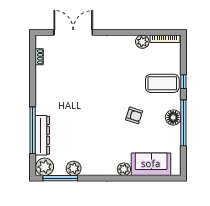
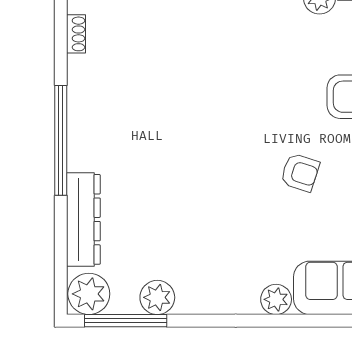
window: (33, 130) -> (61, 140), moved

